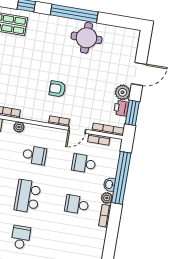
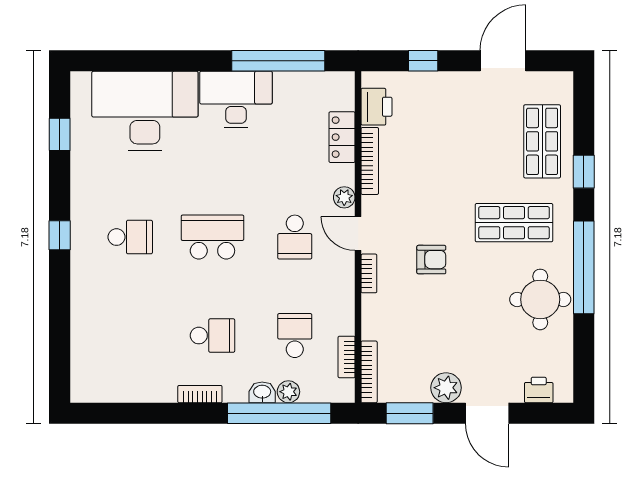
shop shelf: (46, 44) -> (514, 223), added
armchair: (57, 89) -> (431, 260), turned 90
printer: (121, 108) -> (539, 390), moved
door: (77, 130) -> (358, 234), moved
plant: (107, 198) -> (288, 392), moved
school desk: (77, 205) -> (212, 336), turned 90

